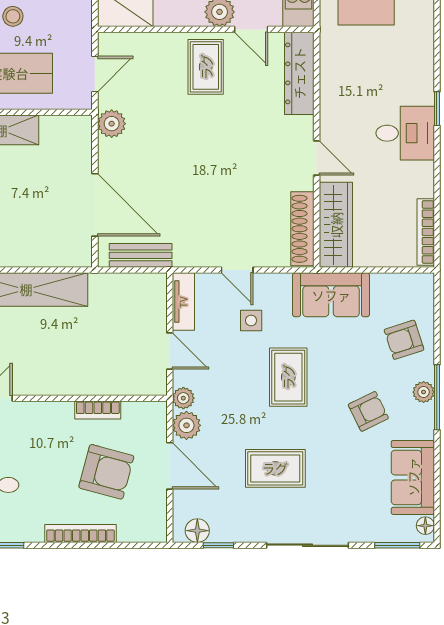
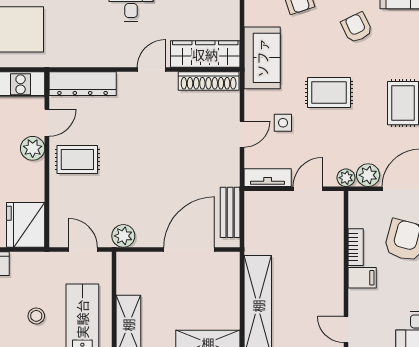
filing cabinet: (60, 418) -> (362, 278), added

